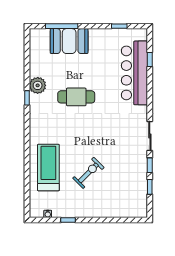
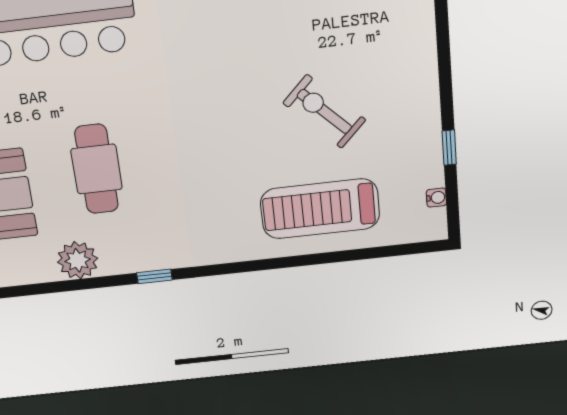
plant: (38, 85) -> (78, 260), moved
cafe table: (76, 97) -> (97, 169), moved

